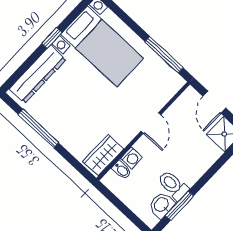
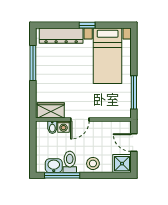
door: (214, 102) -> (134, 143), hinge flipped
door: (151, 123) -> (80, 119), moved
stool: (197, 163) -> (93, 163), added
window: (179, 206) -> (62, 175), width x1.44

